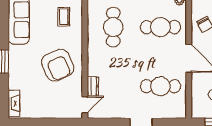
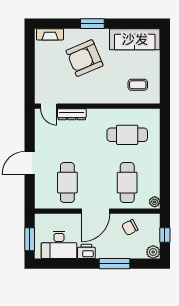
armchair: (58, 65) -> (85, 58), moved
dresser: (93, 86) -> (72, 114), width x1.44

